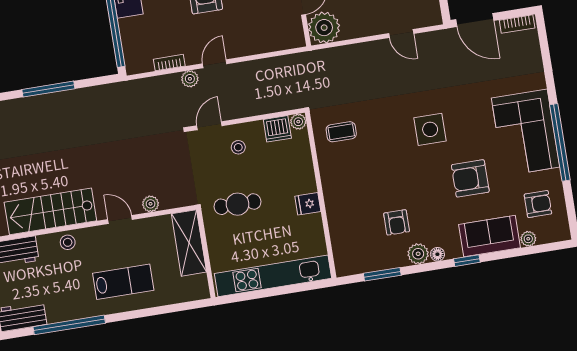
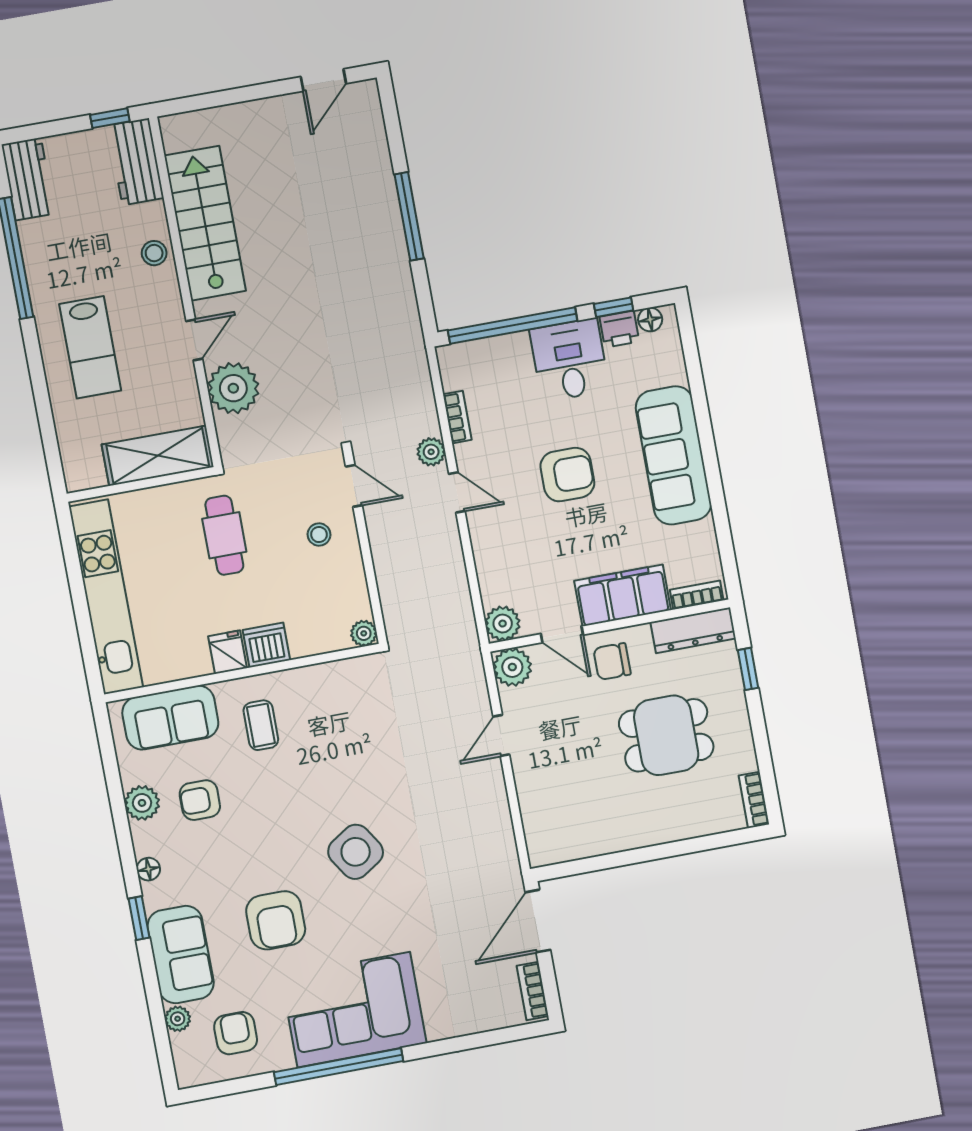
plant: (324, 28) -> (512, 667), width x0.73, depth x0.73
door: (401, 34) -> (501, 736), moved
plant: (294, 38) -> (503, 624), added
dishwasher: (277, 129) -> (266, 645), moved, turned 90
side table: (430, 129) -> (356, 852), turned -33
coffee table: (341, 132) -> (261, 725), moved
armchair: (470, 178) -> (276, 920), turned 180
plant: (151, 204) -> (233, 388), width x1.88, depth x1.88
armchair: (538, 204) -> (236, 1033), turned 180
sofa: (346, 239) -> (170, 718), added
plant: (418, 254) -> (142, 803), moved
window: (382, 274) -> (113, 778), removed

